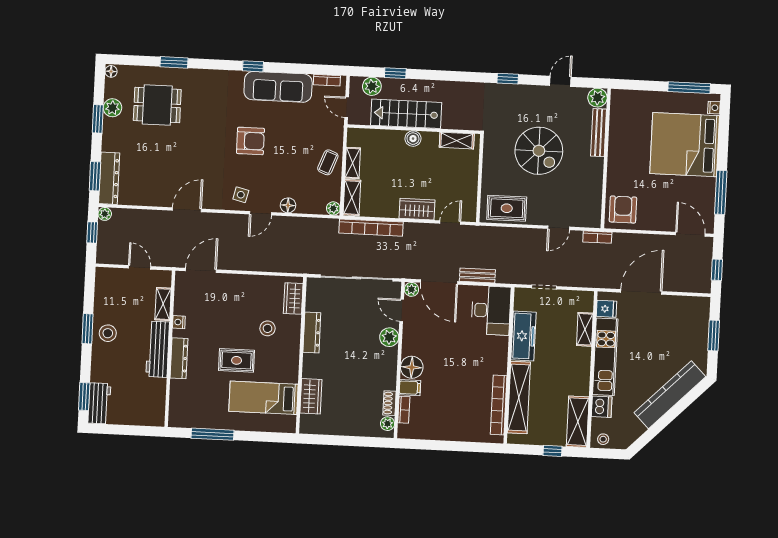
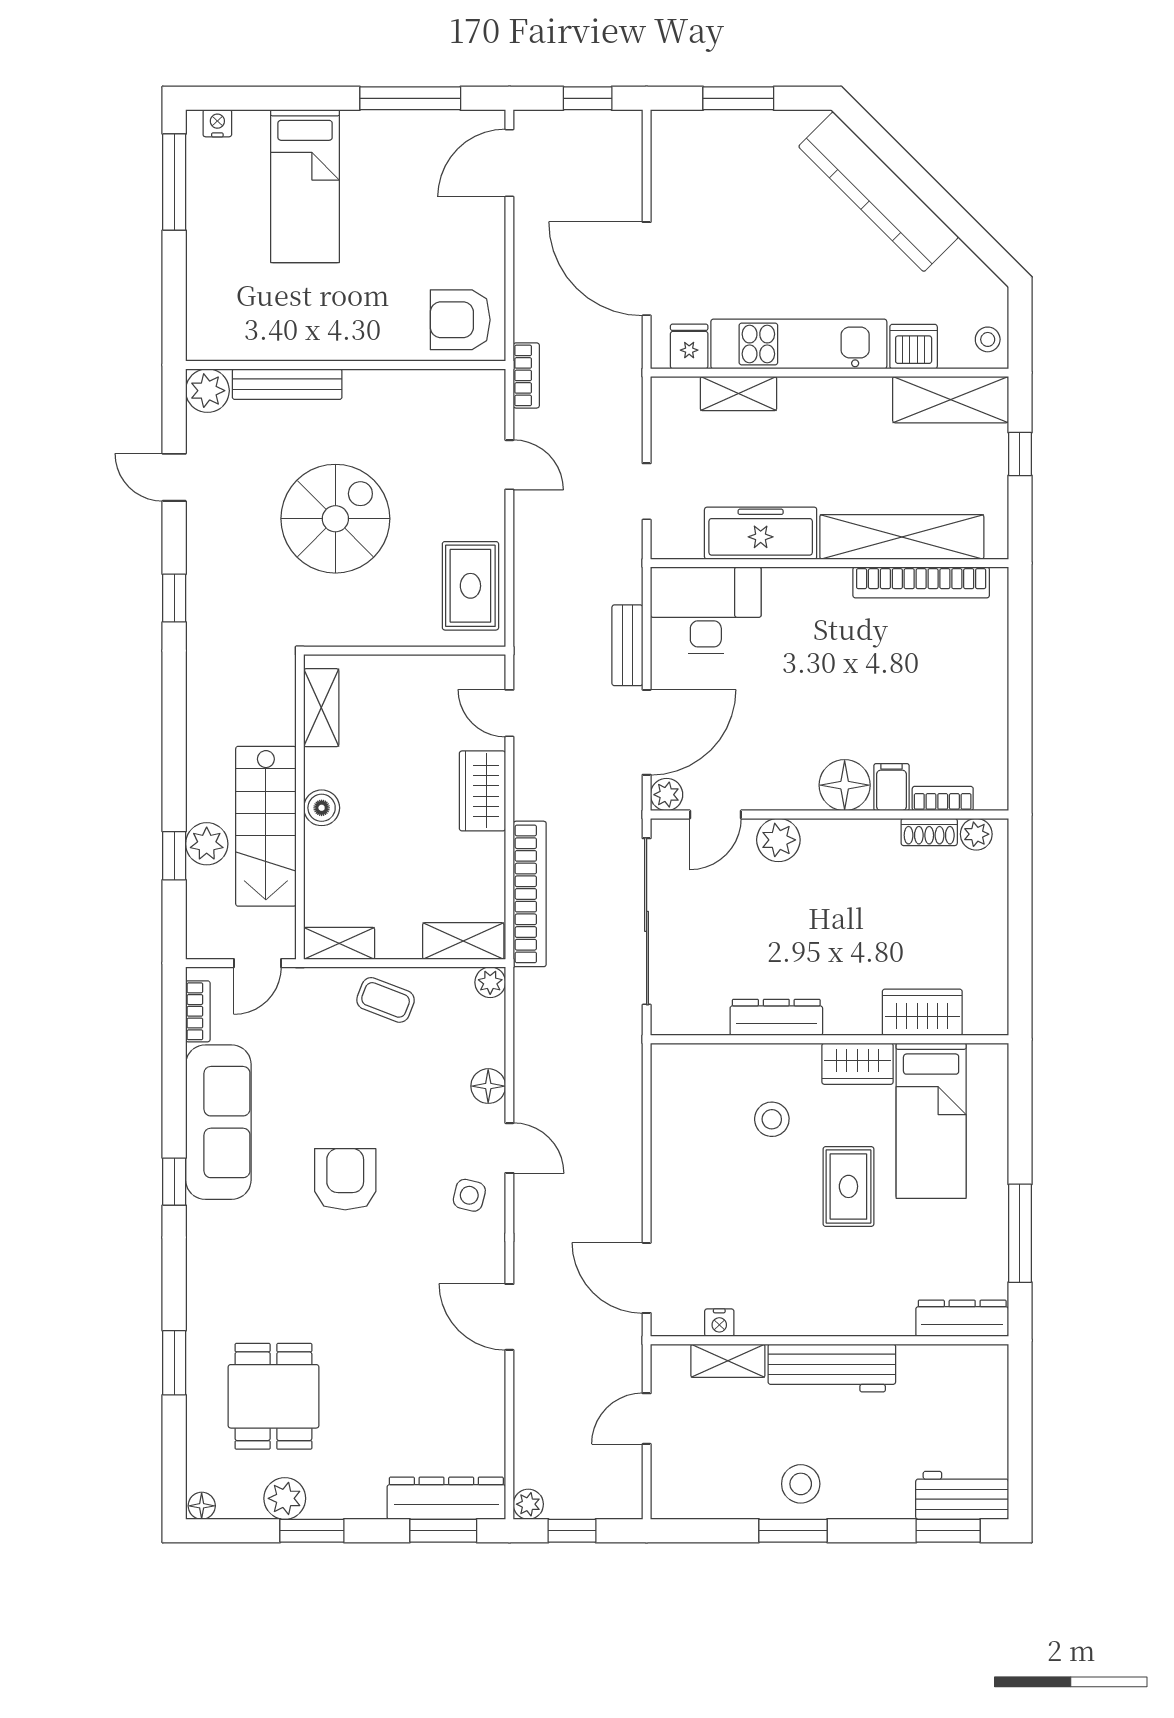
plant: (372, 86) -> (207, 844), moved
bed: (685, 145) -> (305, 186), width x0.49
shelving: (353, 163) -> (339, 943), moved
wardrobe: (293, 299) -> (858, 1064), moved
nightstand: (179, 322) -> (719, 1323), moved
dresser: (179, 358) -> (962, 1318), moved

